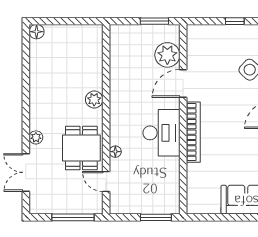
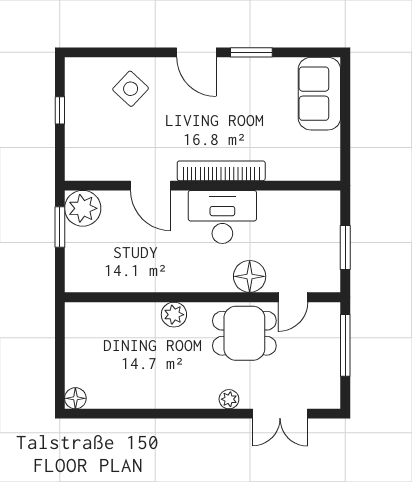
plant: (167, 55) -> (83, 208), moved
floor lamp: (115, 152) -> (250, 276), width x1.89, depth x1.89
window: (156, 217) -> (345, 247), moved

